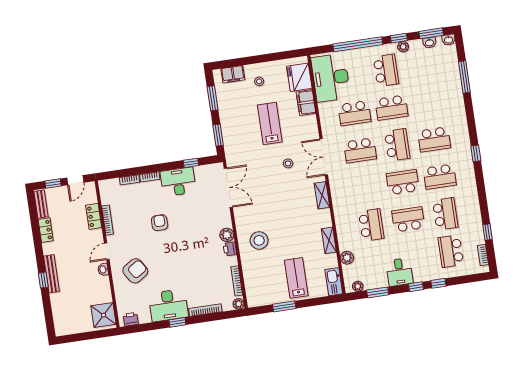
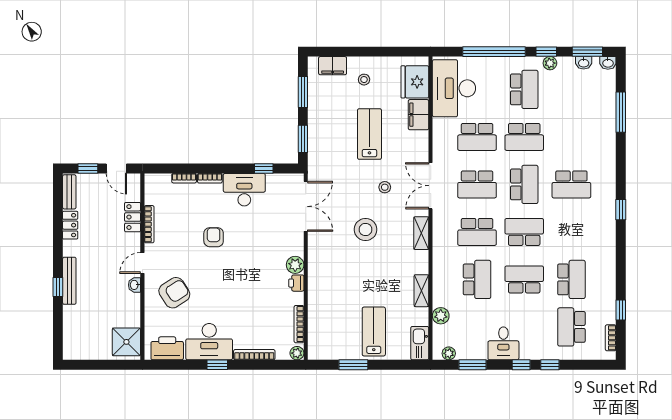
school desk: (440, 177) -> (477, 232), moved
door: (75, 180) -> (116, 168), hinge flipped
stool: (259, 240) -> (365, 229), moved
printer: (131, 319) -> (167, 348), width x1.87, depth x1.48

